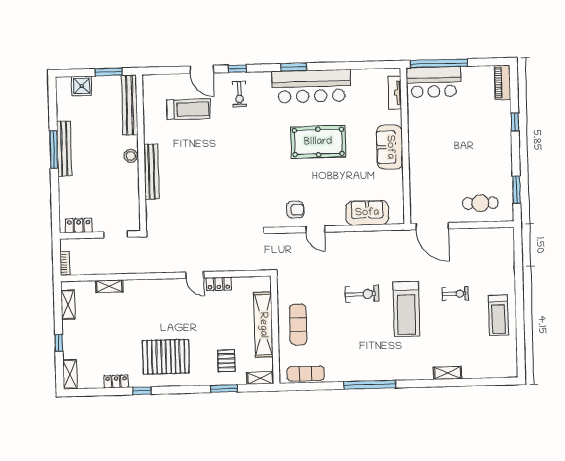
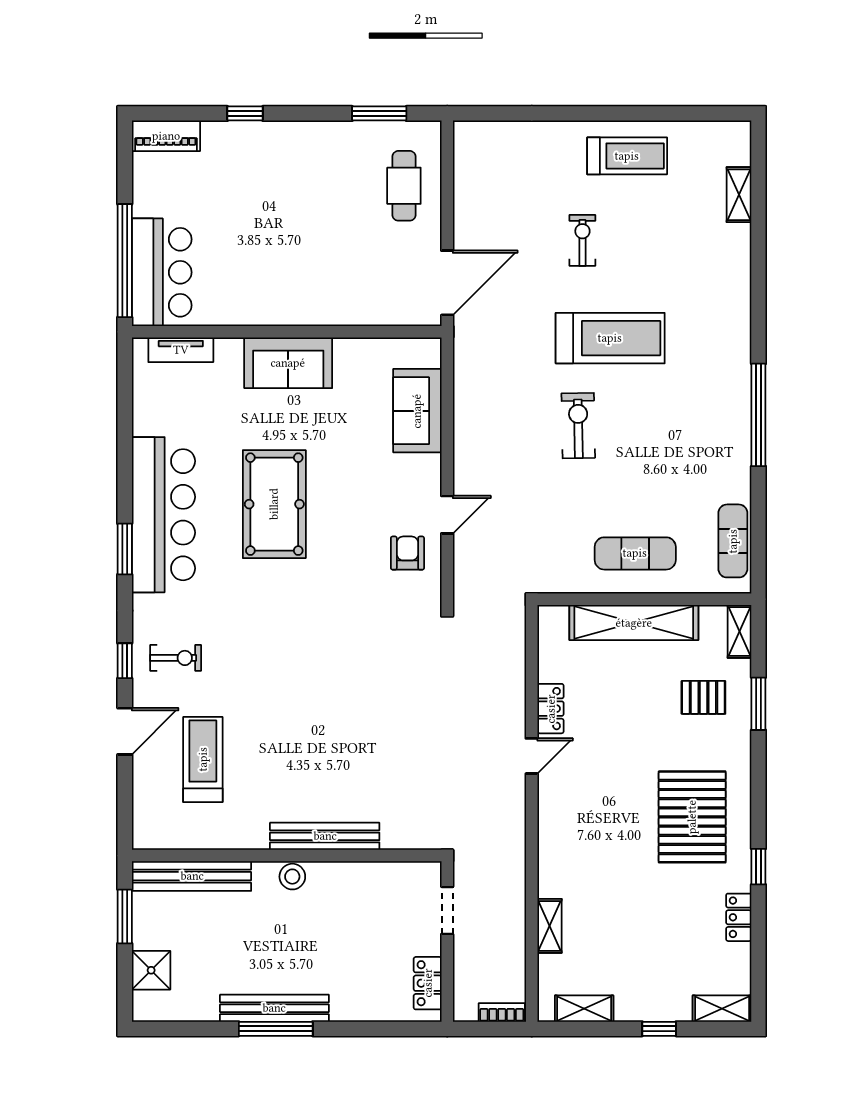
shelving: (447, 373) -> (739, 195), moved

